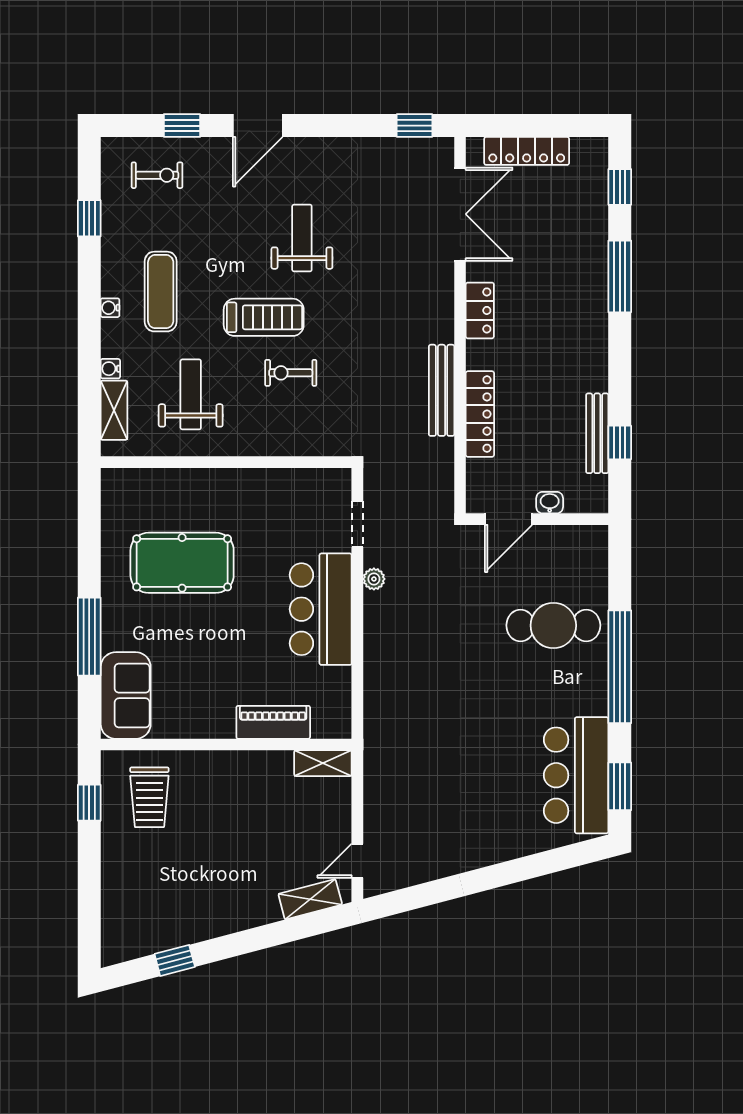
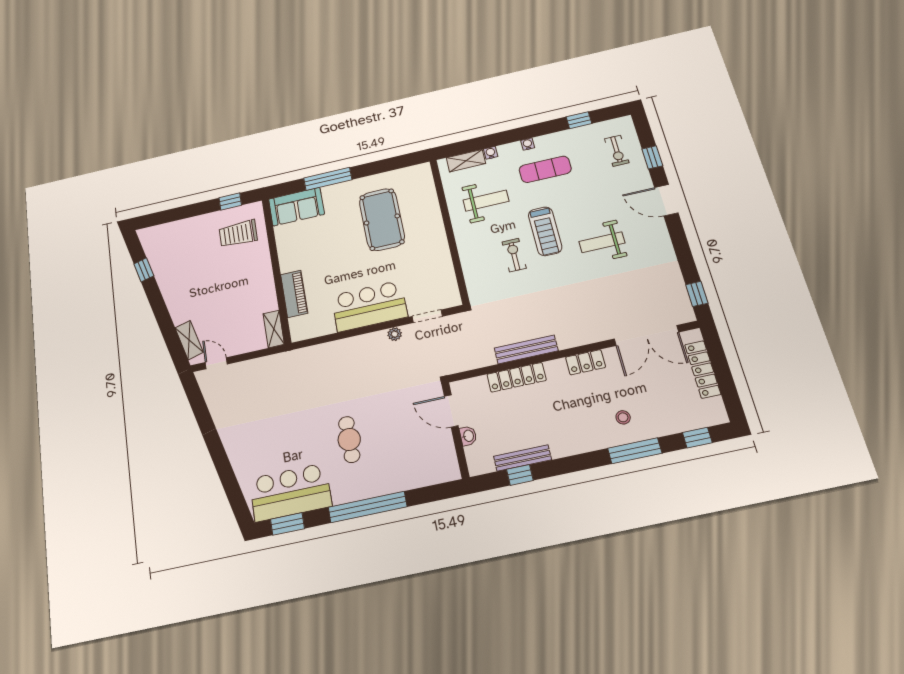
weight bench: (302, 238) -> (602, 242), turned 180
stool: (570, 280) -> (623, 417), added
cafe table: (553, 625) -> (349, 439), moved, width x0.73, depth x0.74

